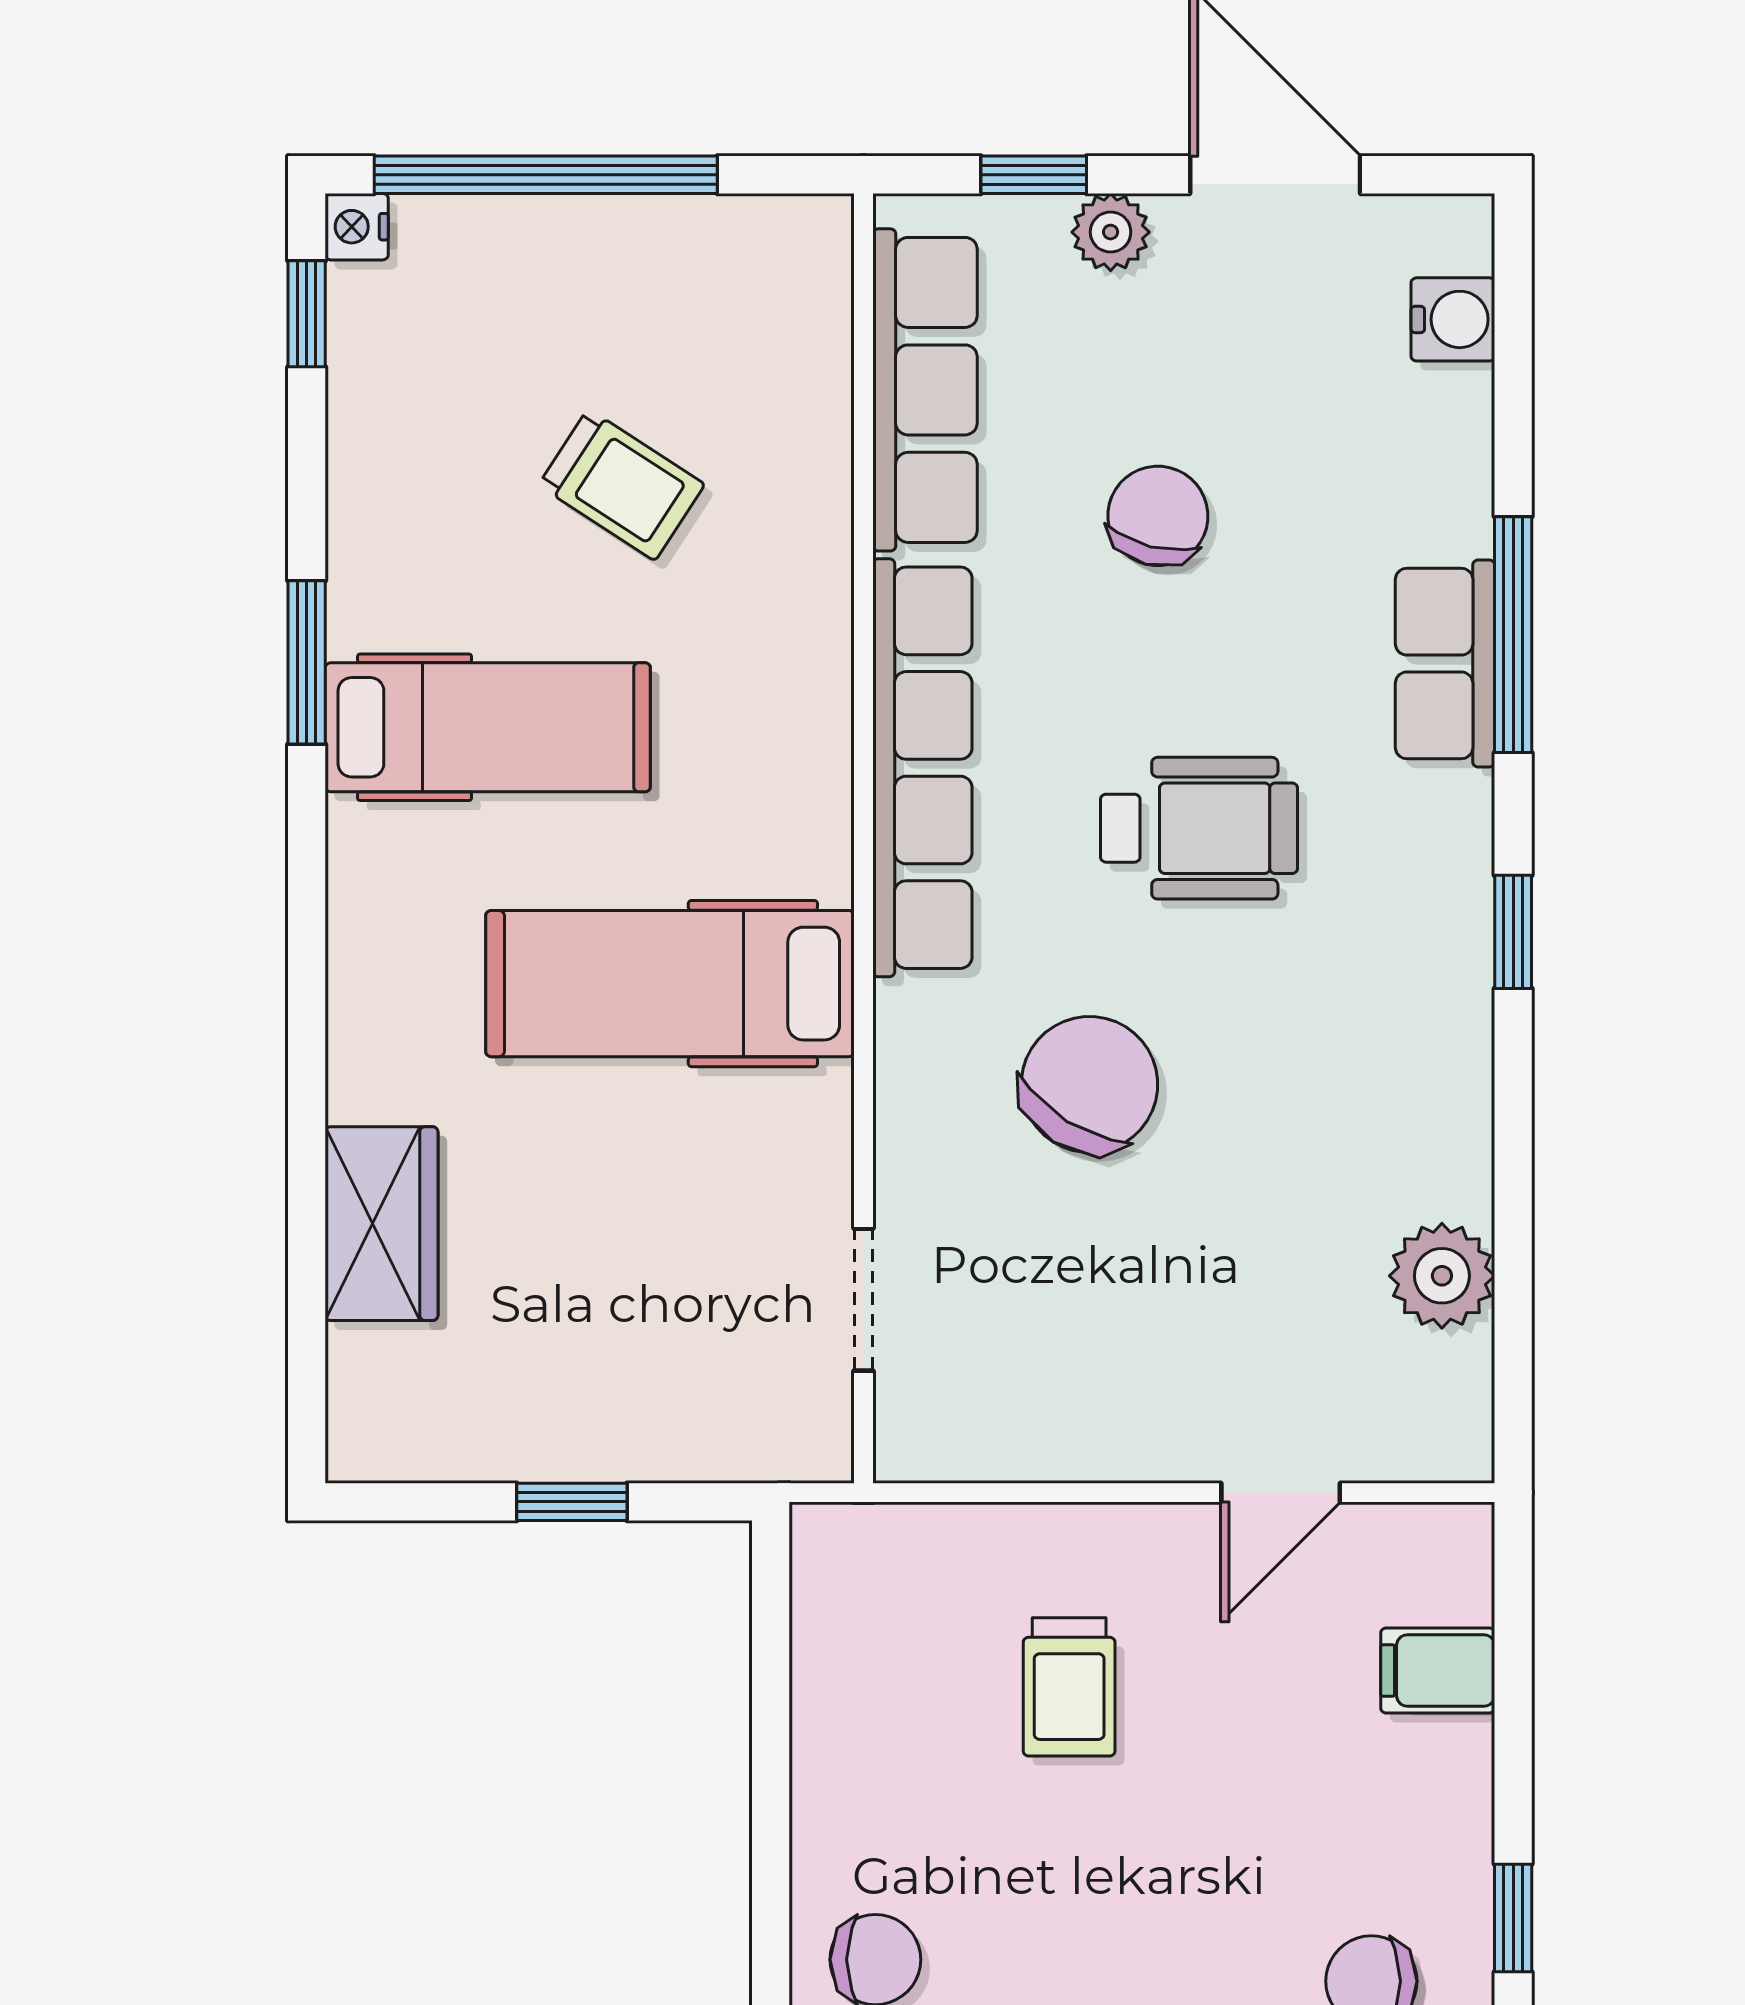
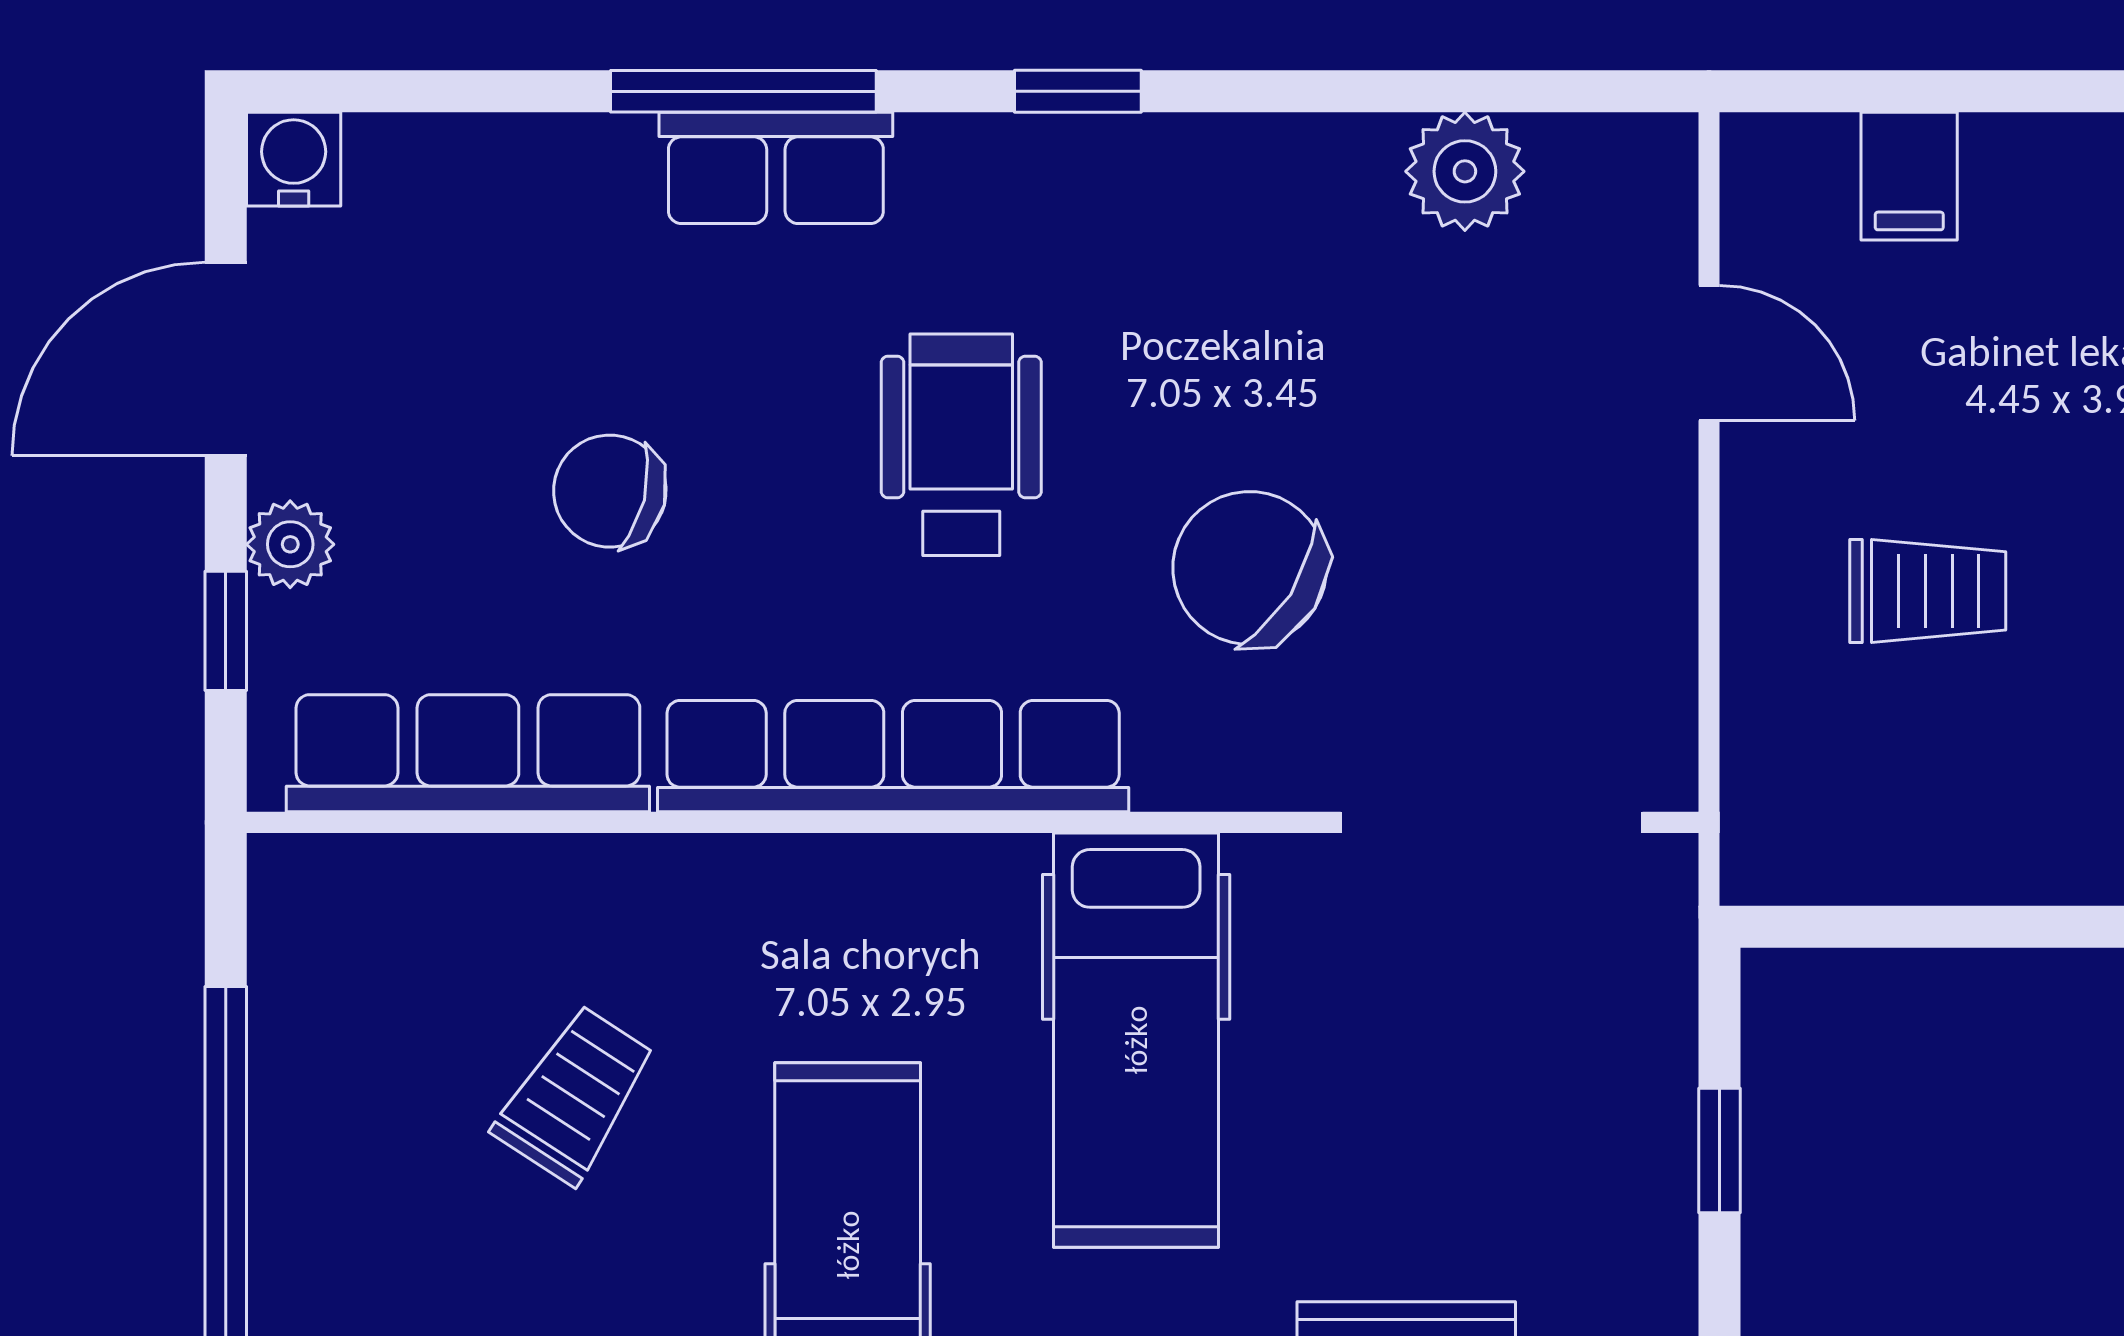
water cooler: (1453, 319) -> (294, 159), moved
doorway: (863, 1300) -> (1492, 822), width x1.87

